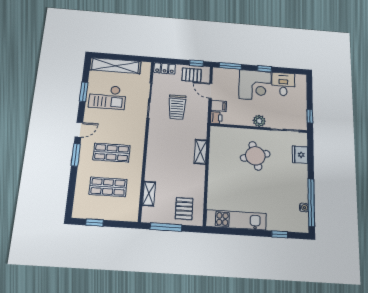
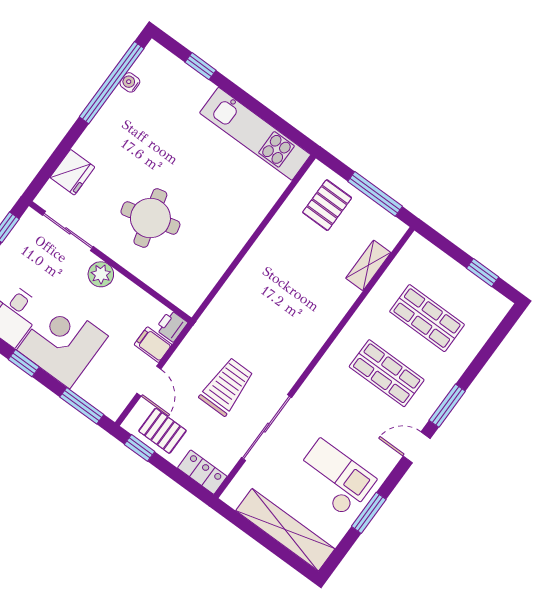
shelving: (200, 152) -> (238, 283), removed

